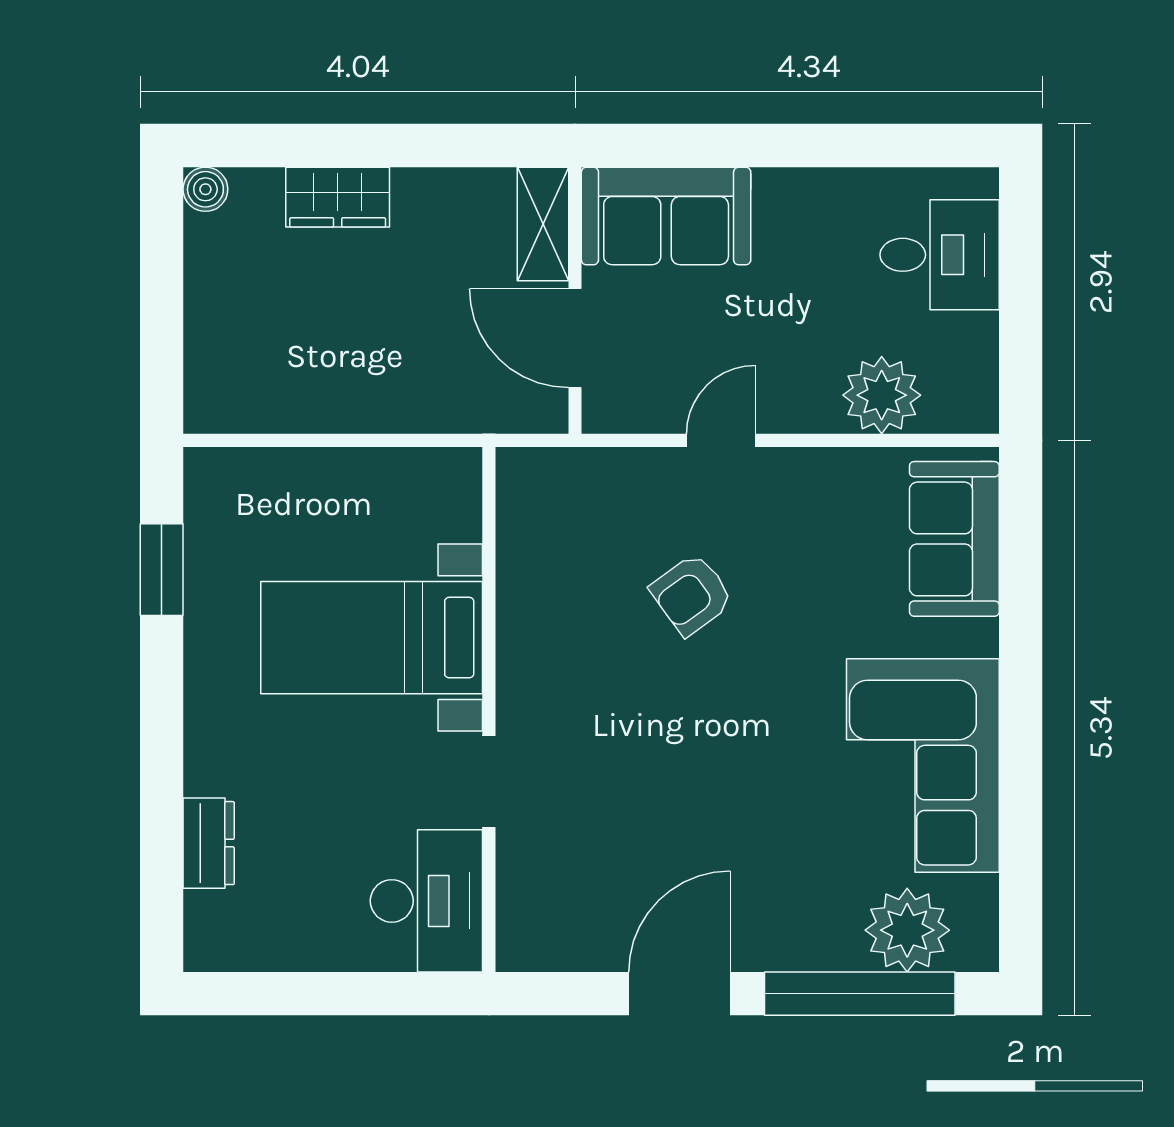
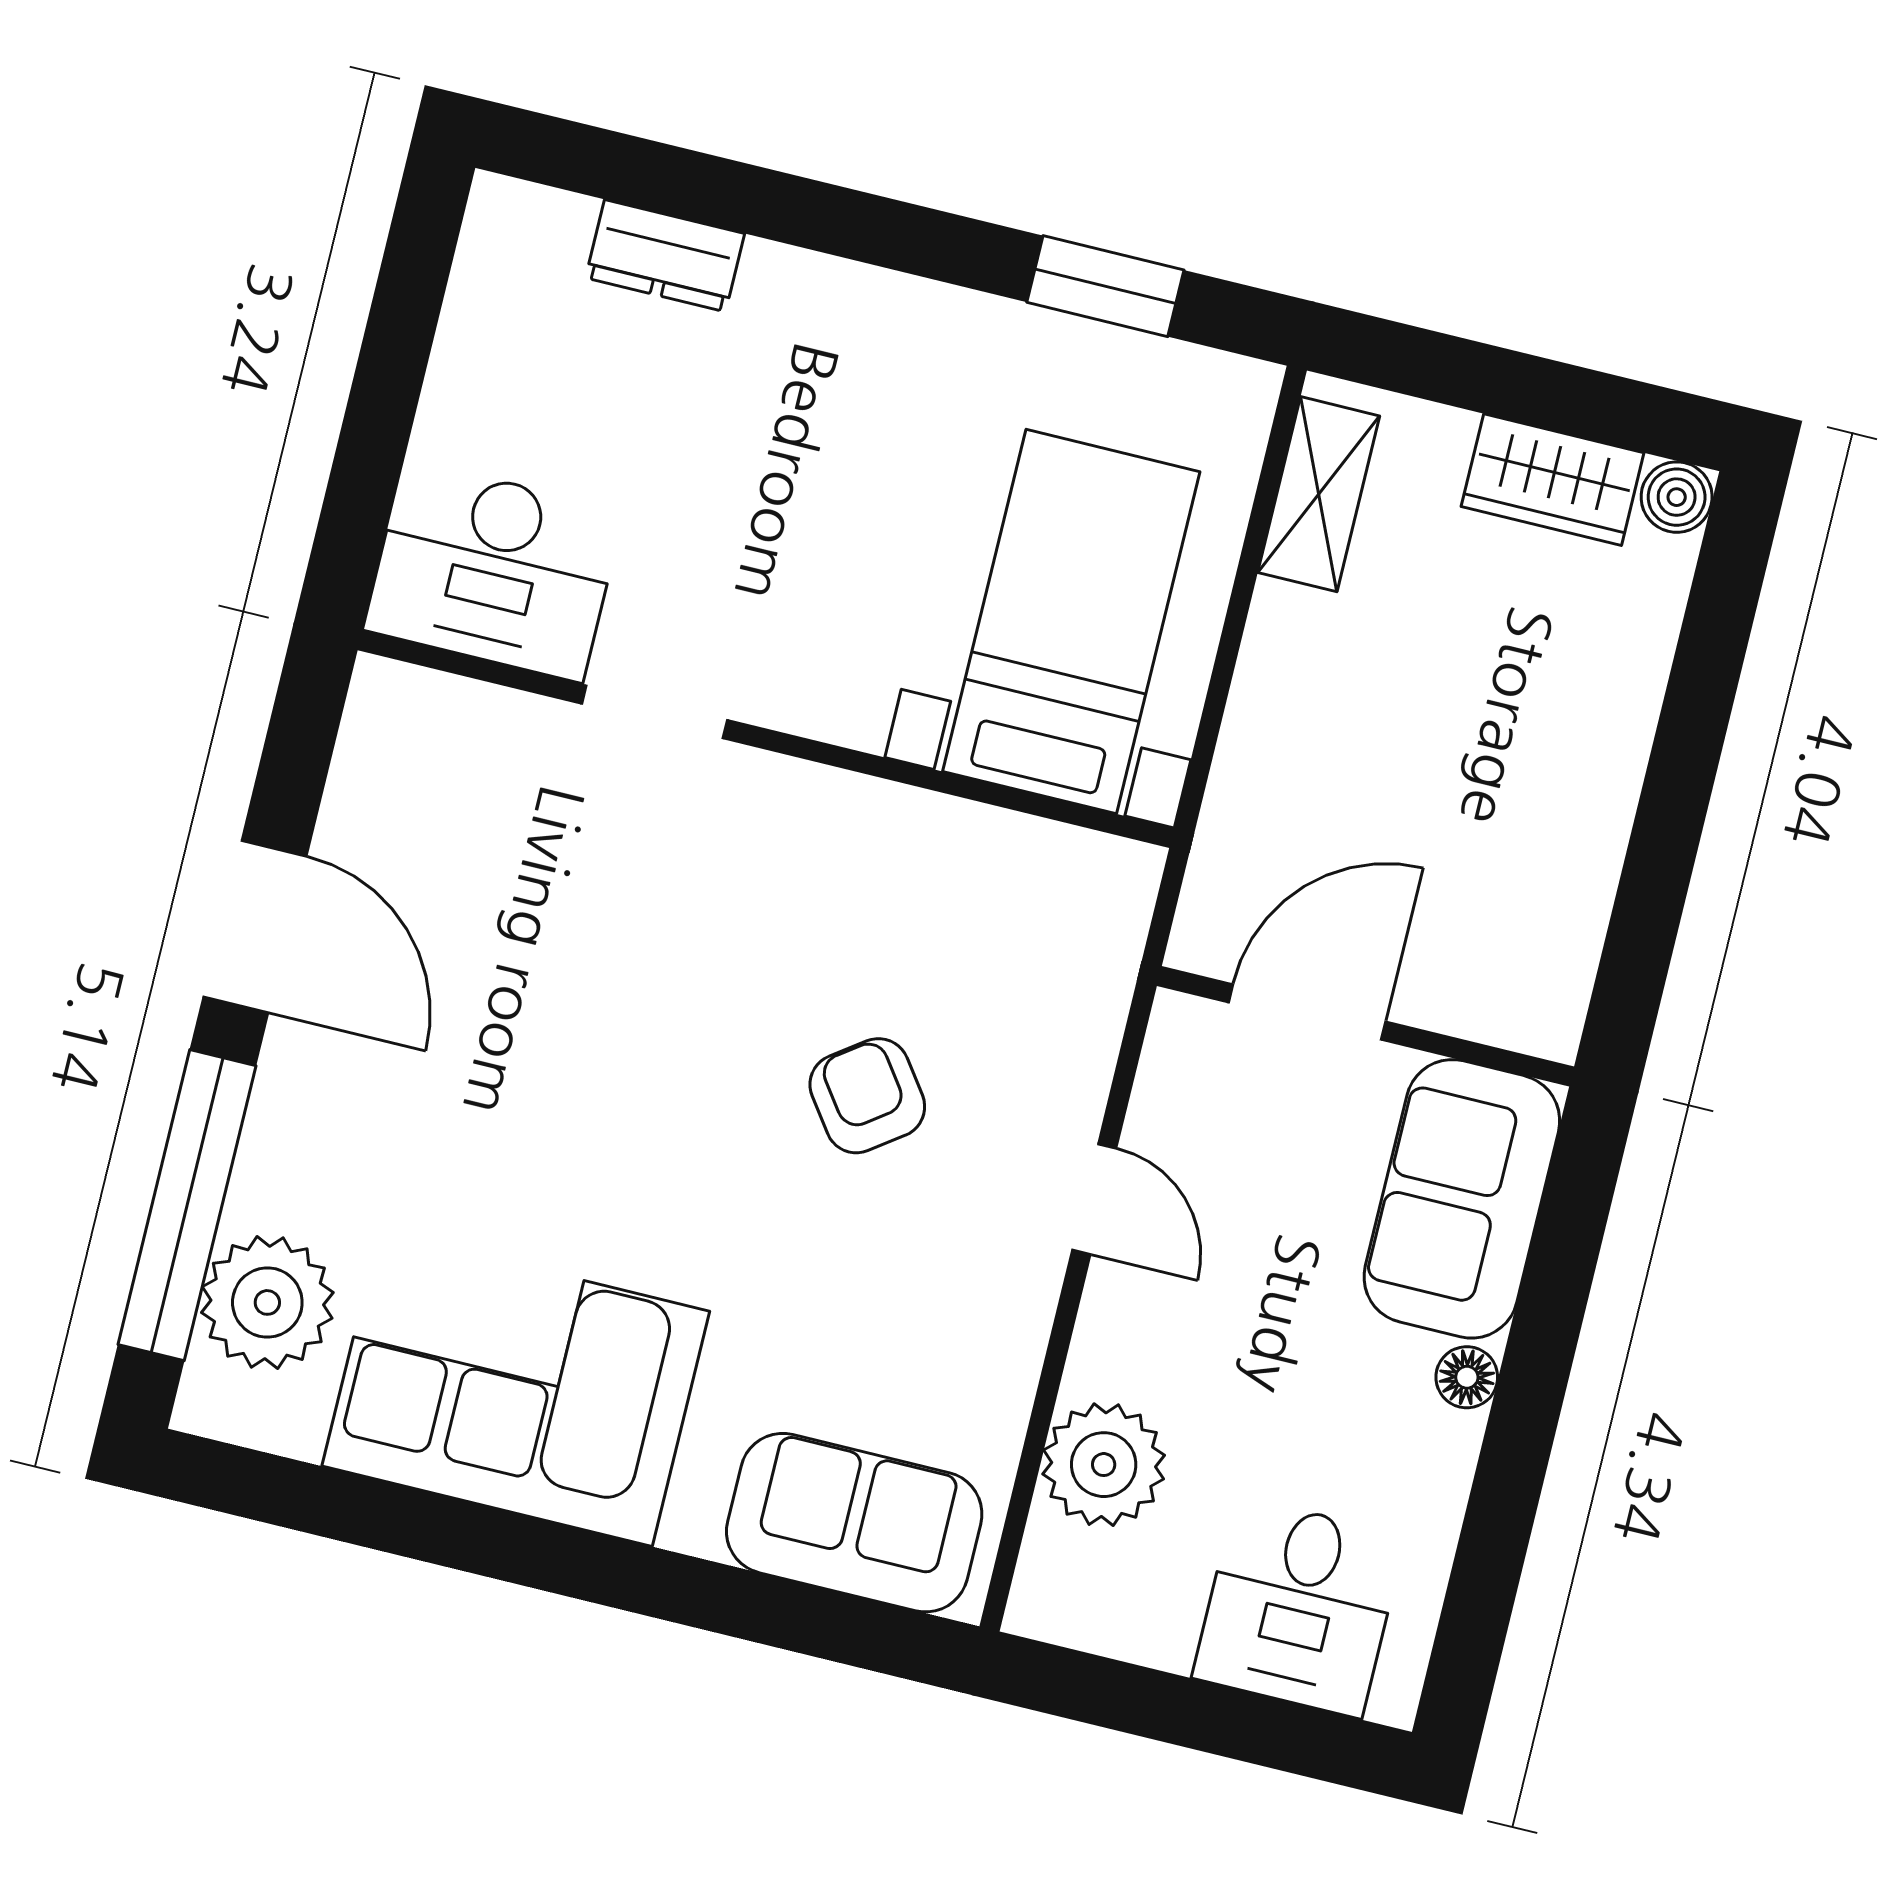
floor lamp: (774, 186) -> (1467, 1377), added
wardrobe: (338, 197) -> (1553, 480), moved, turned -90
shelving: (543, 224) -> (1319, 494), moved, turned 90
bed with nightstands: (372, 638) -> (1071, 622), moved

